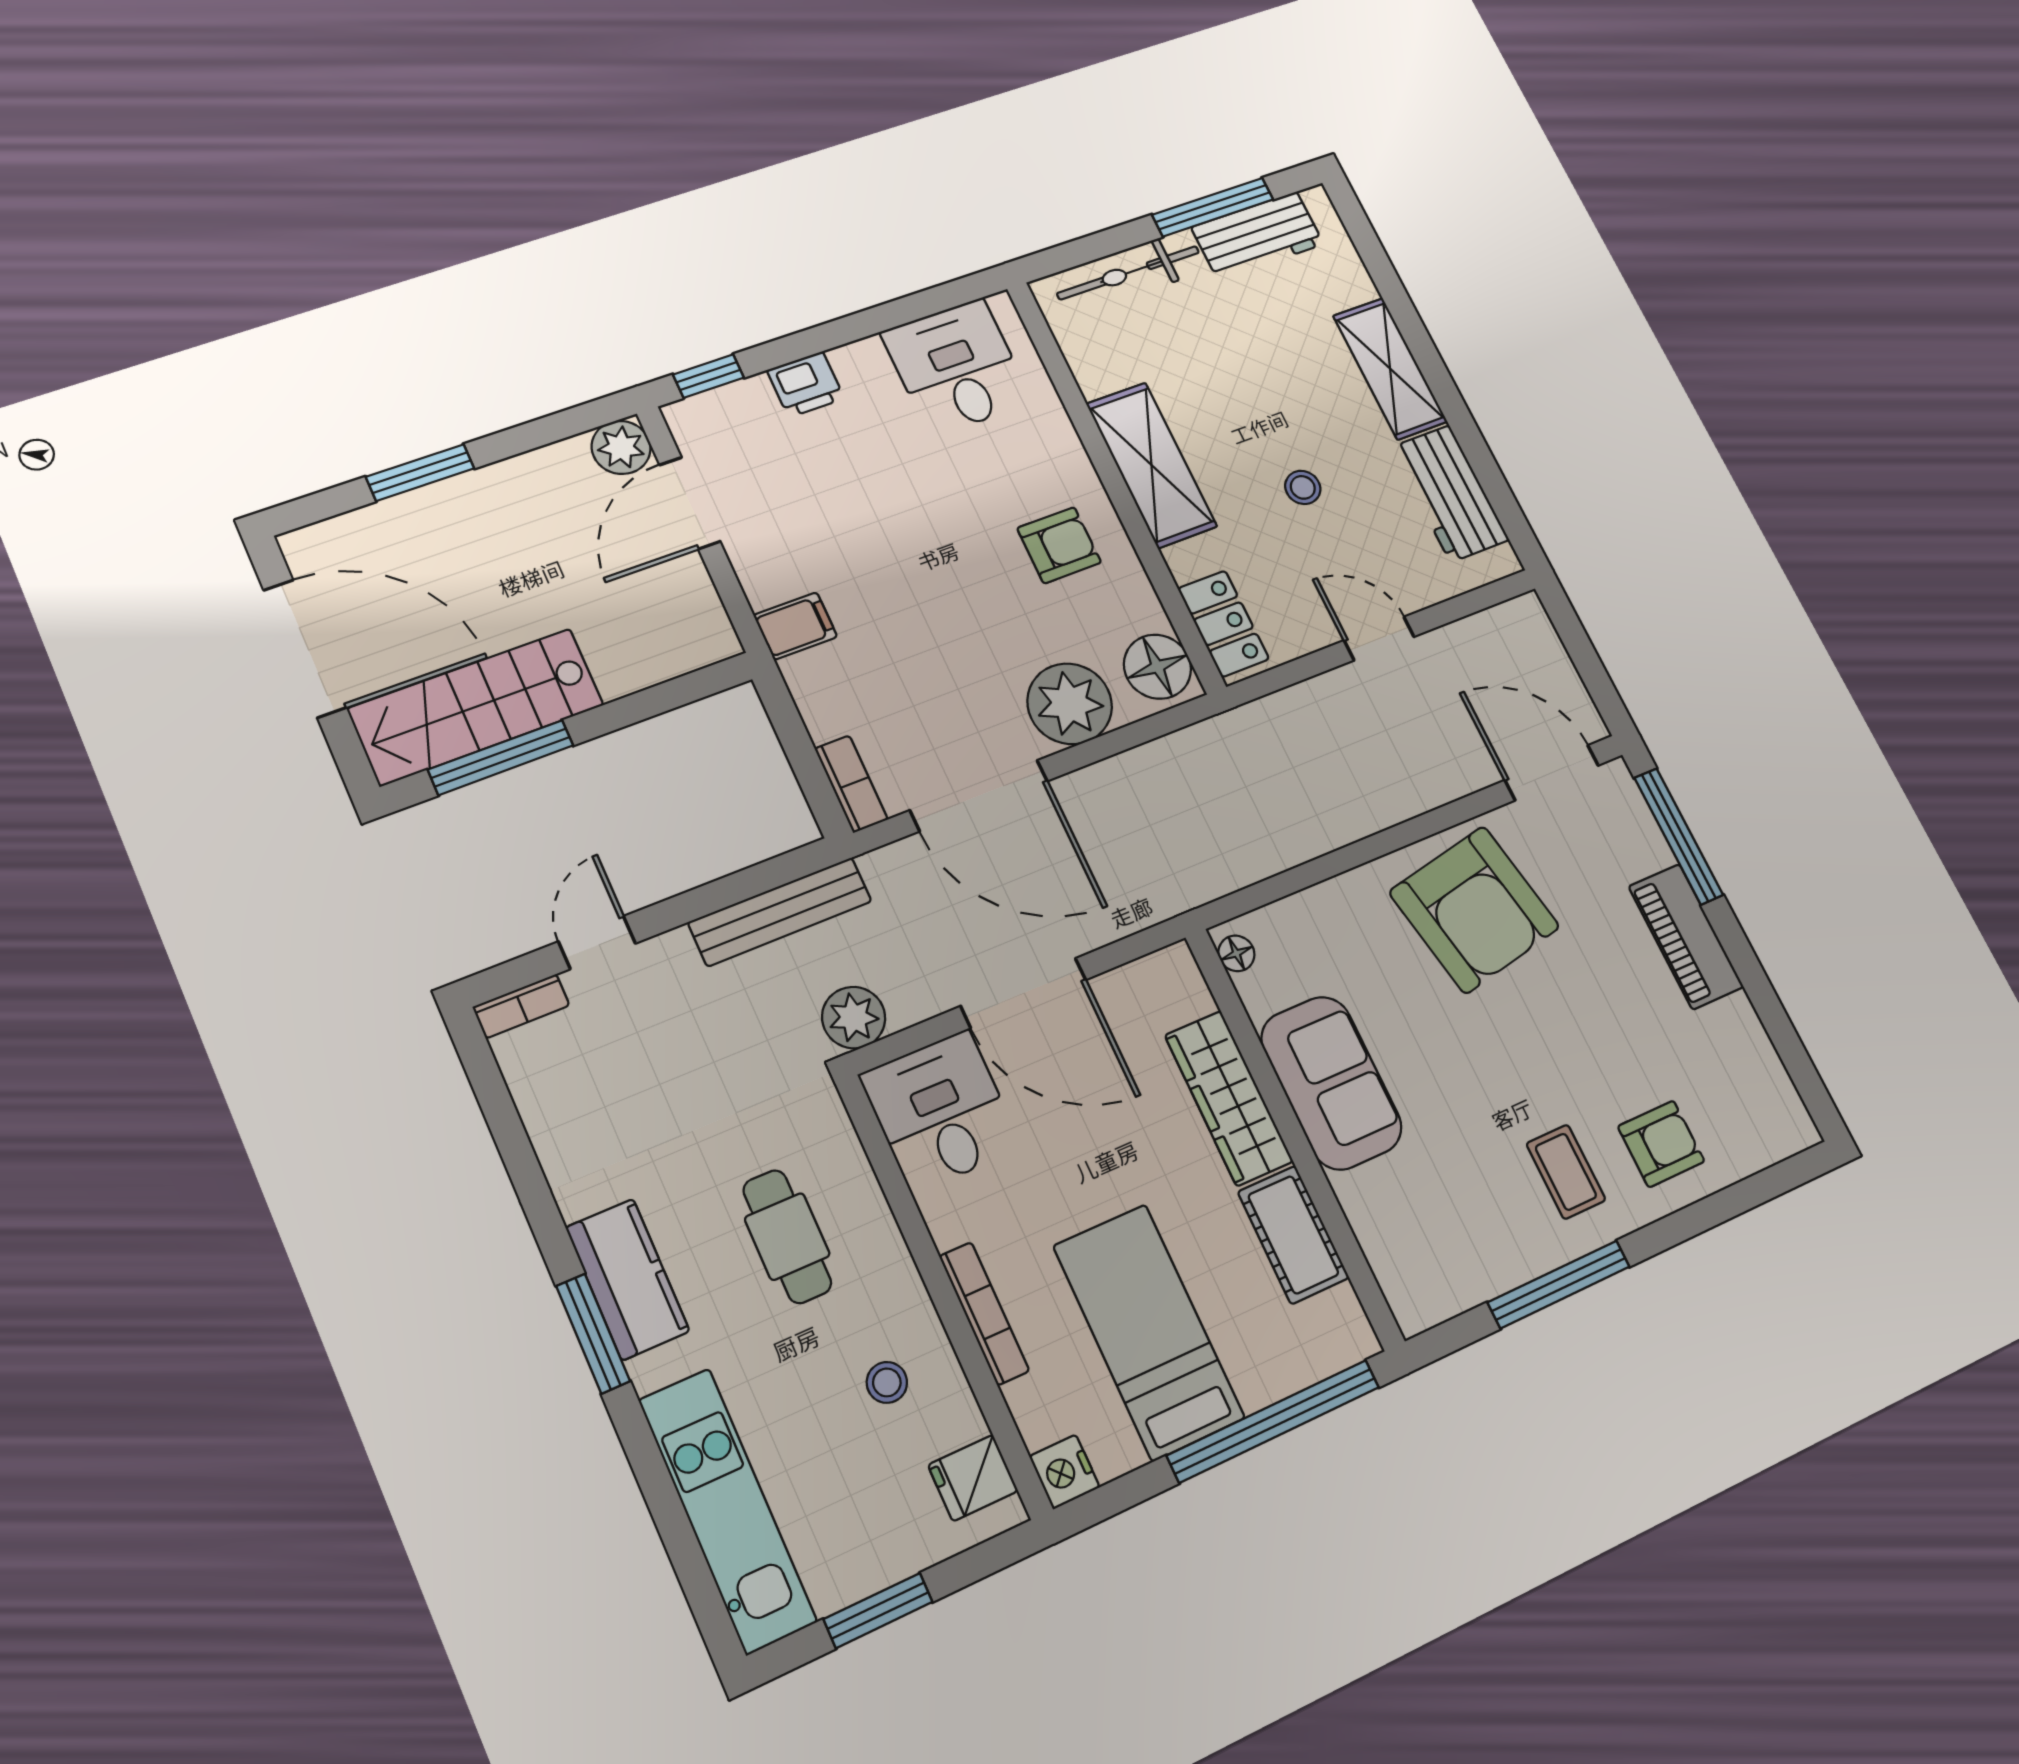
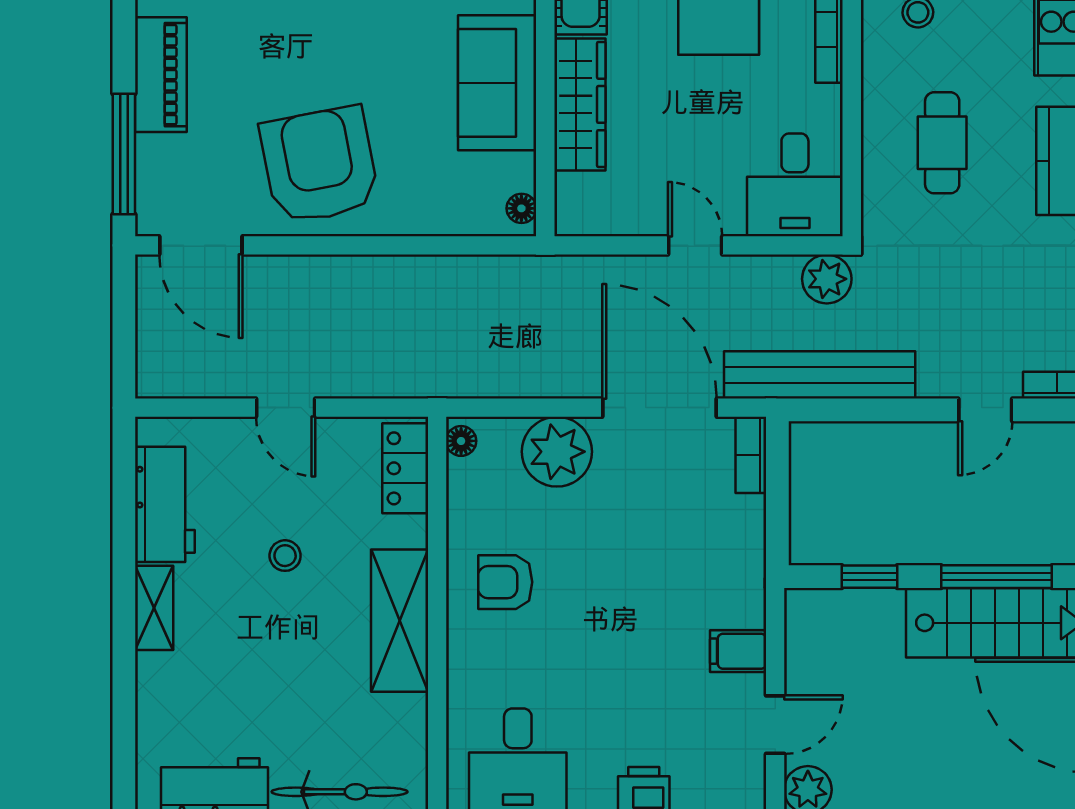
shelving: (1390, 369) -> (154, 608), width x0.67, depth x0.75
door: (690, 503) -> (775, 725), width x0.73
filing cabinet: (795, 626) -> (738, 651), moved
floor lamp: (1157, 667) -> (461, 441), width x0.53, depth x0.53
window: (653, 702) -> (870, 577), added
bench: (780, 912) -> (820, 375), width x1.37, depth x1.21
door: (1023, 993) -> (695, 245), width x0.53

